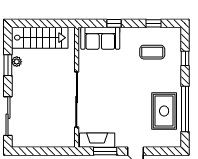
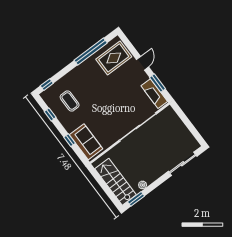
window: (185, 58) -> (47, 85), moved
window: (8, 65) -> (136, 199), moved
rug: (164, 111) -> (114, 58), moved

